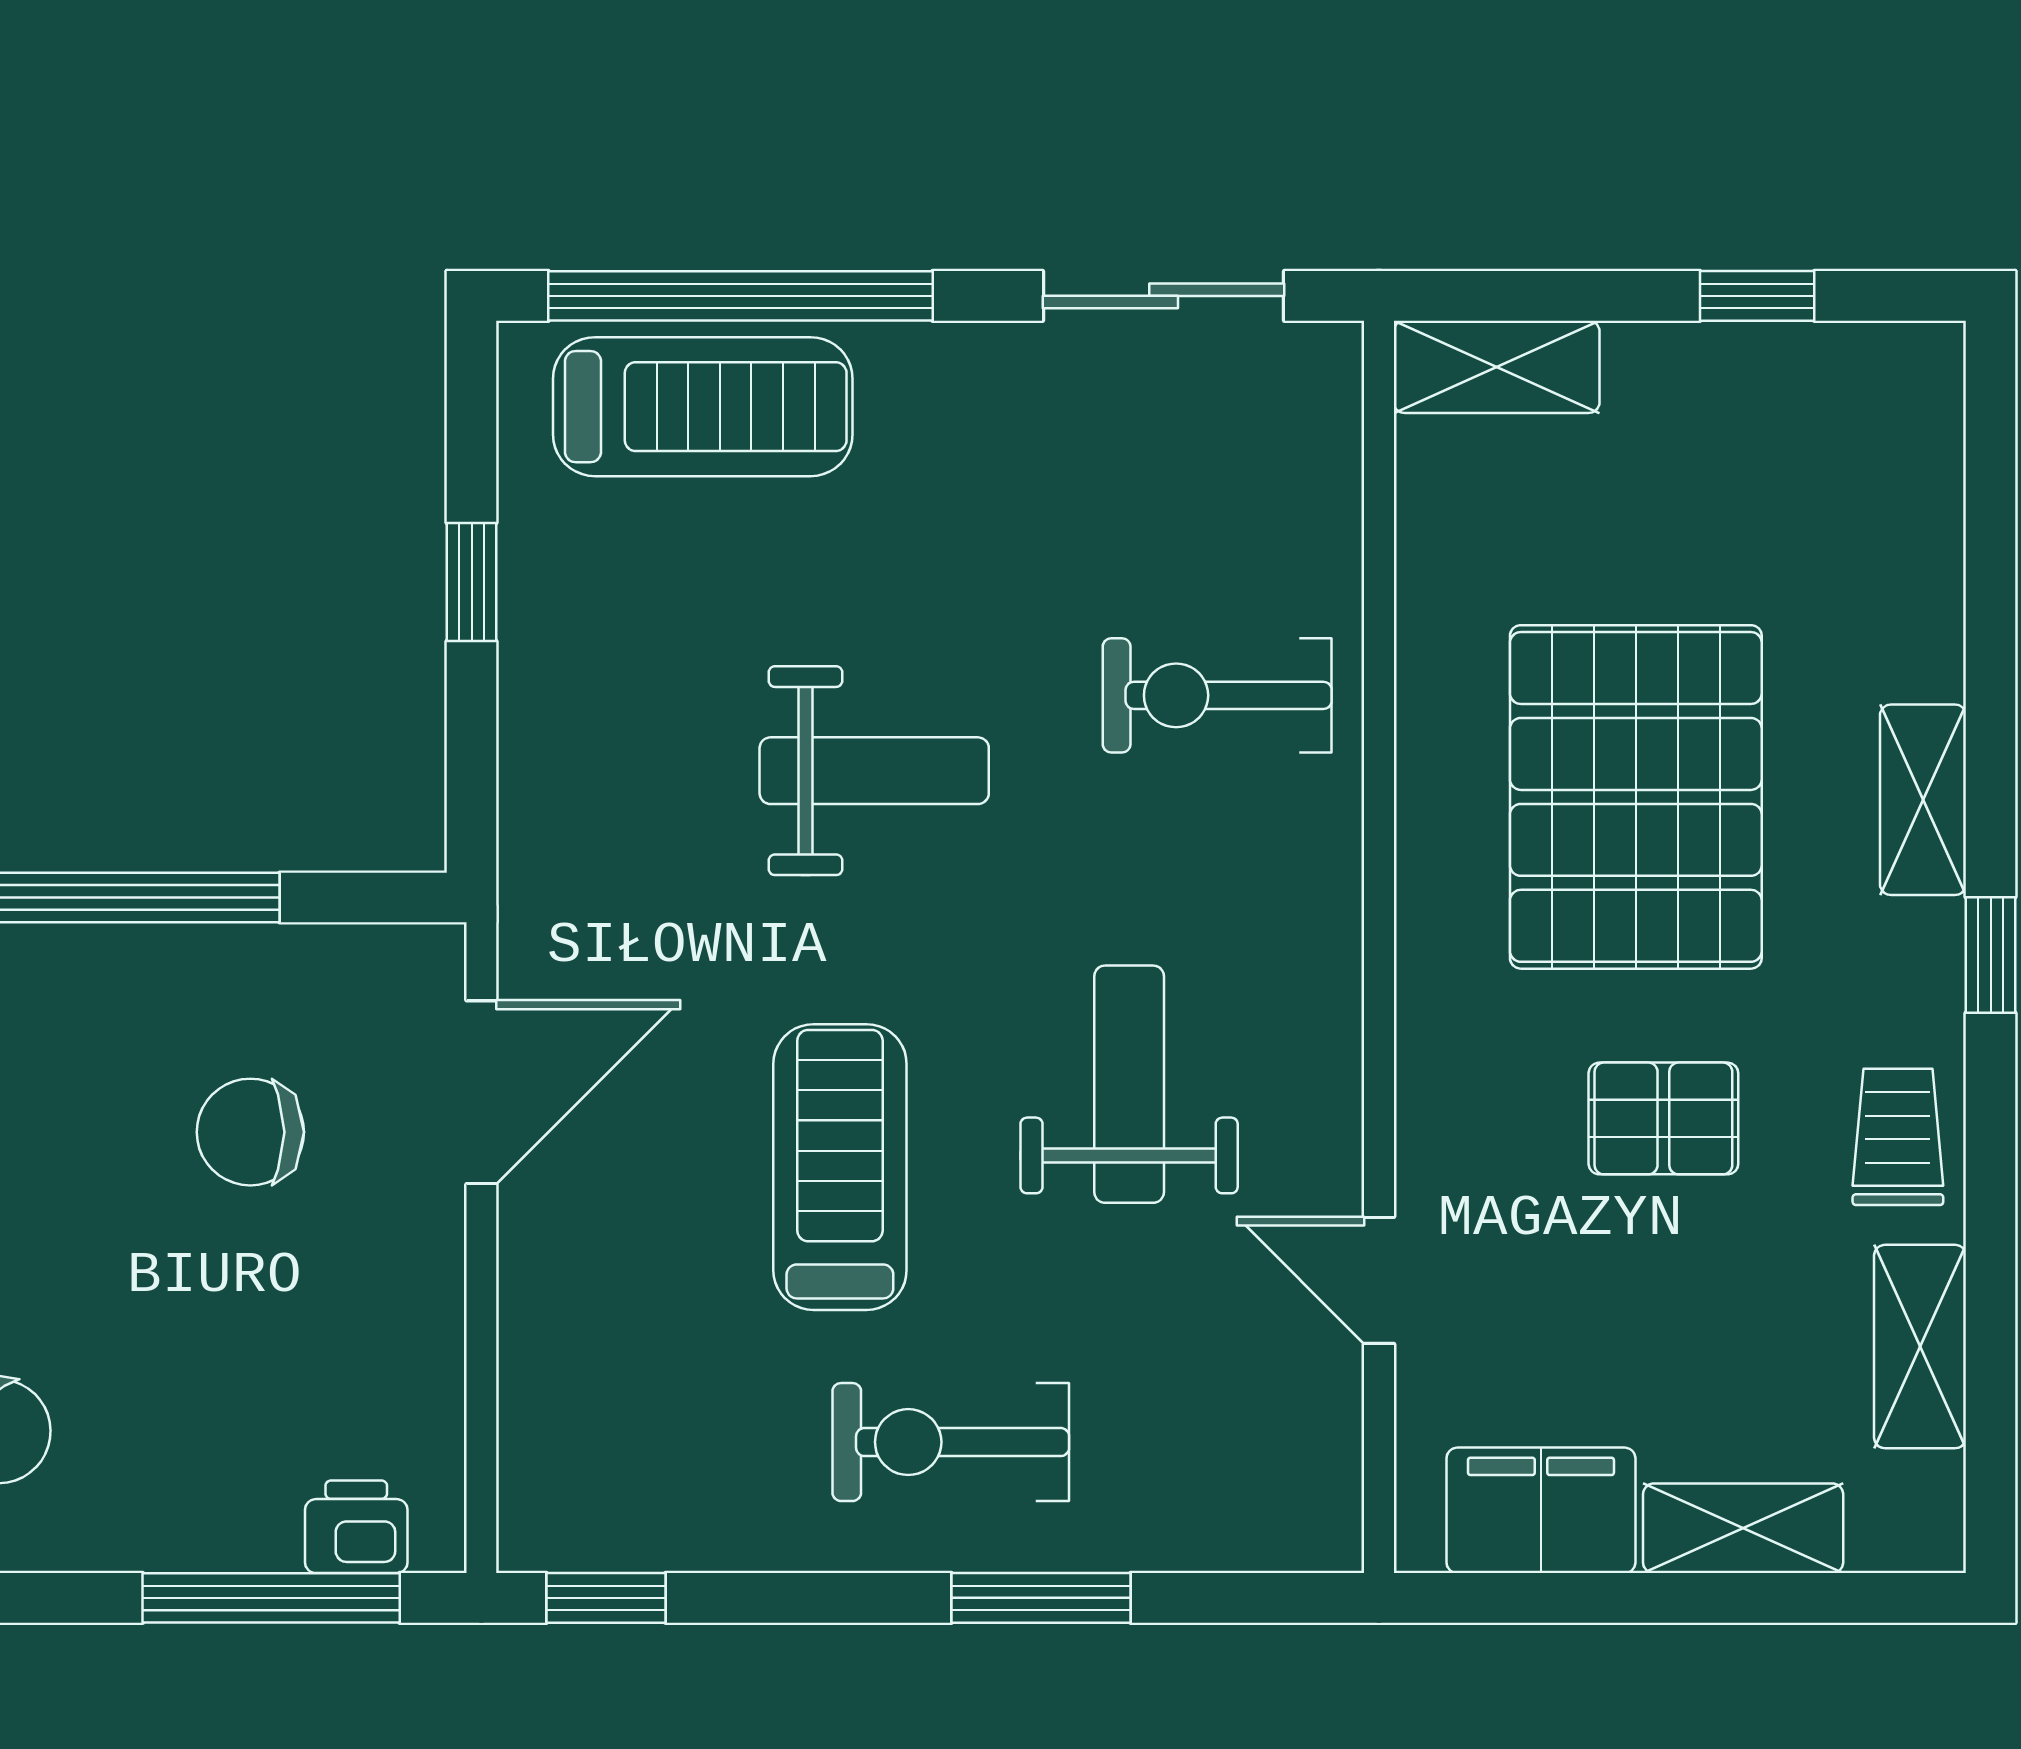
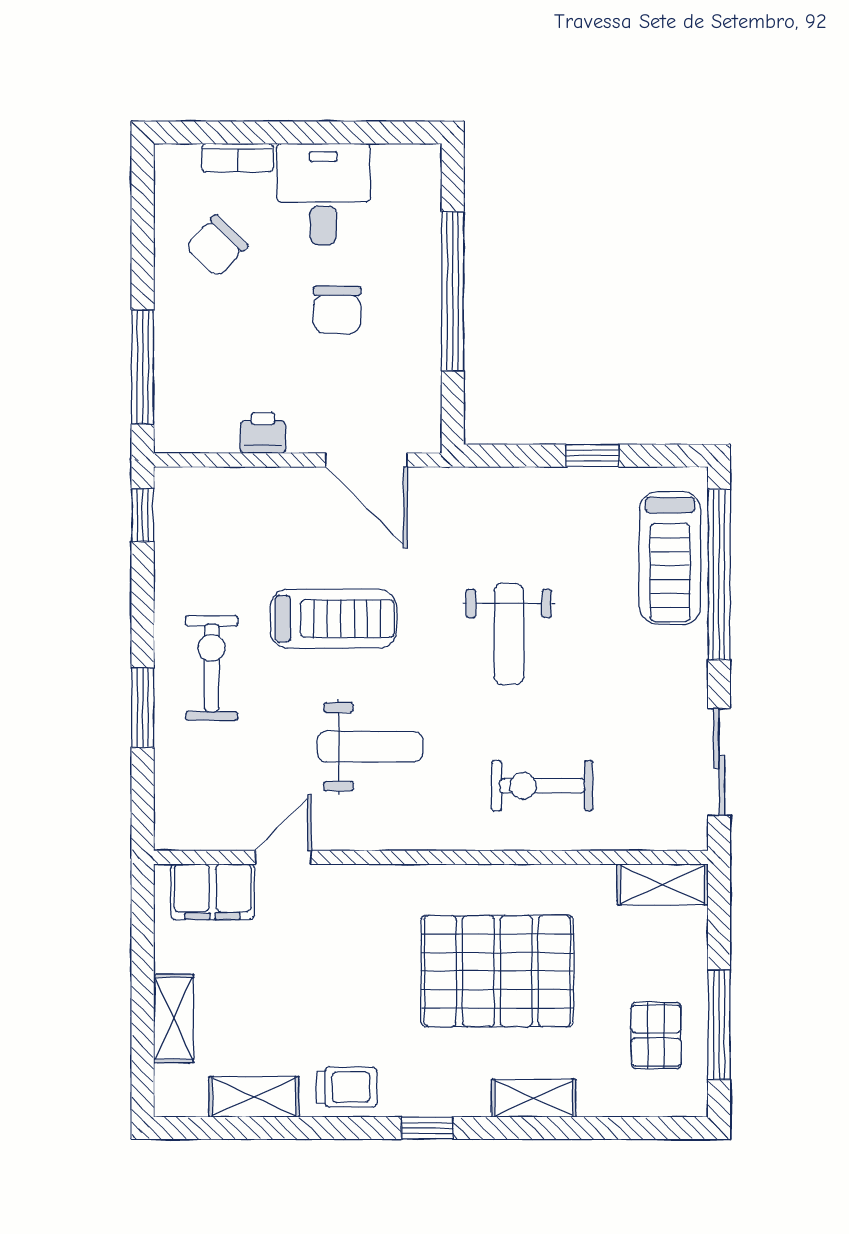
window: (1757, 296) -> (719, 1025), width x2.17
shelving: (1497, 367) -> (663, 884), moved, turned 90
exercise bike: (1217, 695) -> (542, 786), turned -90
shelving: (1923, 800) -> (534, 1098), moved
pallet: (1663, 1118) -> (656, 1036), moved
chair: (250, 1132) -> (337, 310), moved, turned 180
filing cabinet: (1541, 1510) -> (213, 892), moved, turned 90
printer: (356, 1527) -> (263, 433), moved, turned -90

